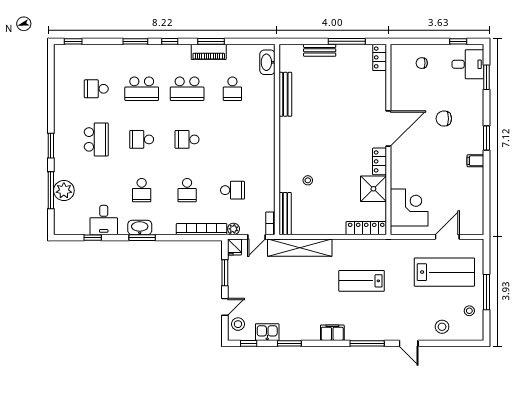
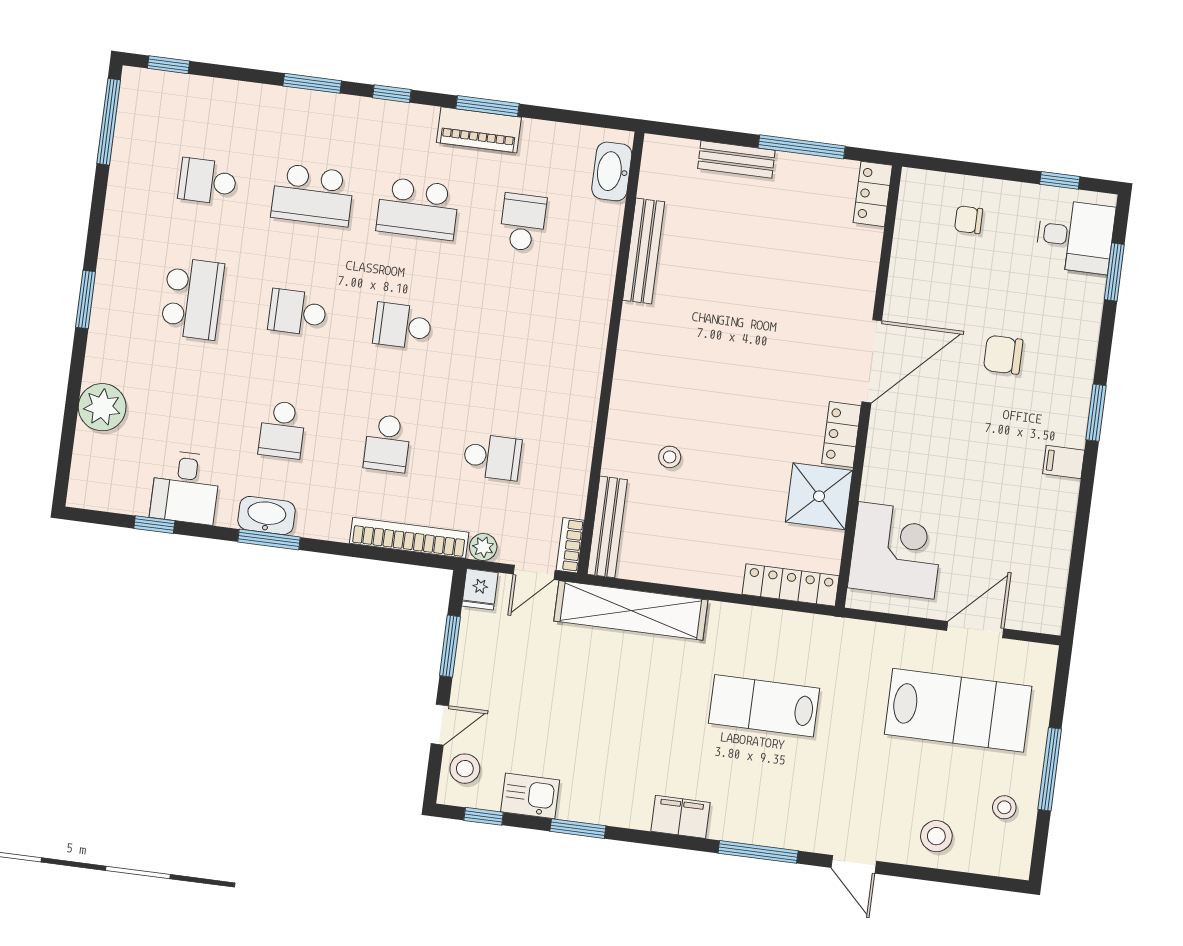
school desk: (232, 89) -> (523, 222), turned 180
window: (51, 190) -> (109, 122), moved

